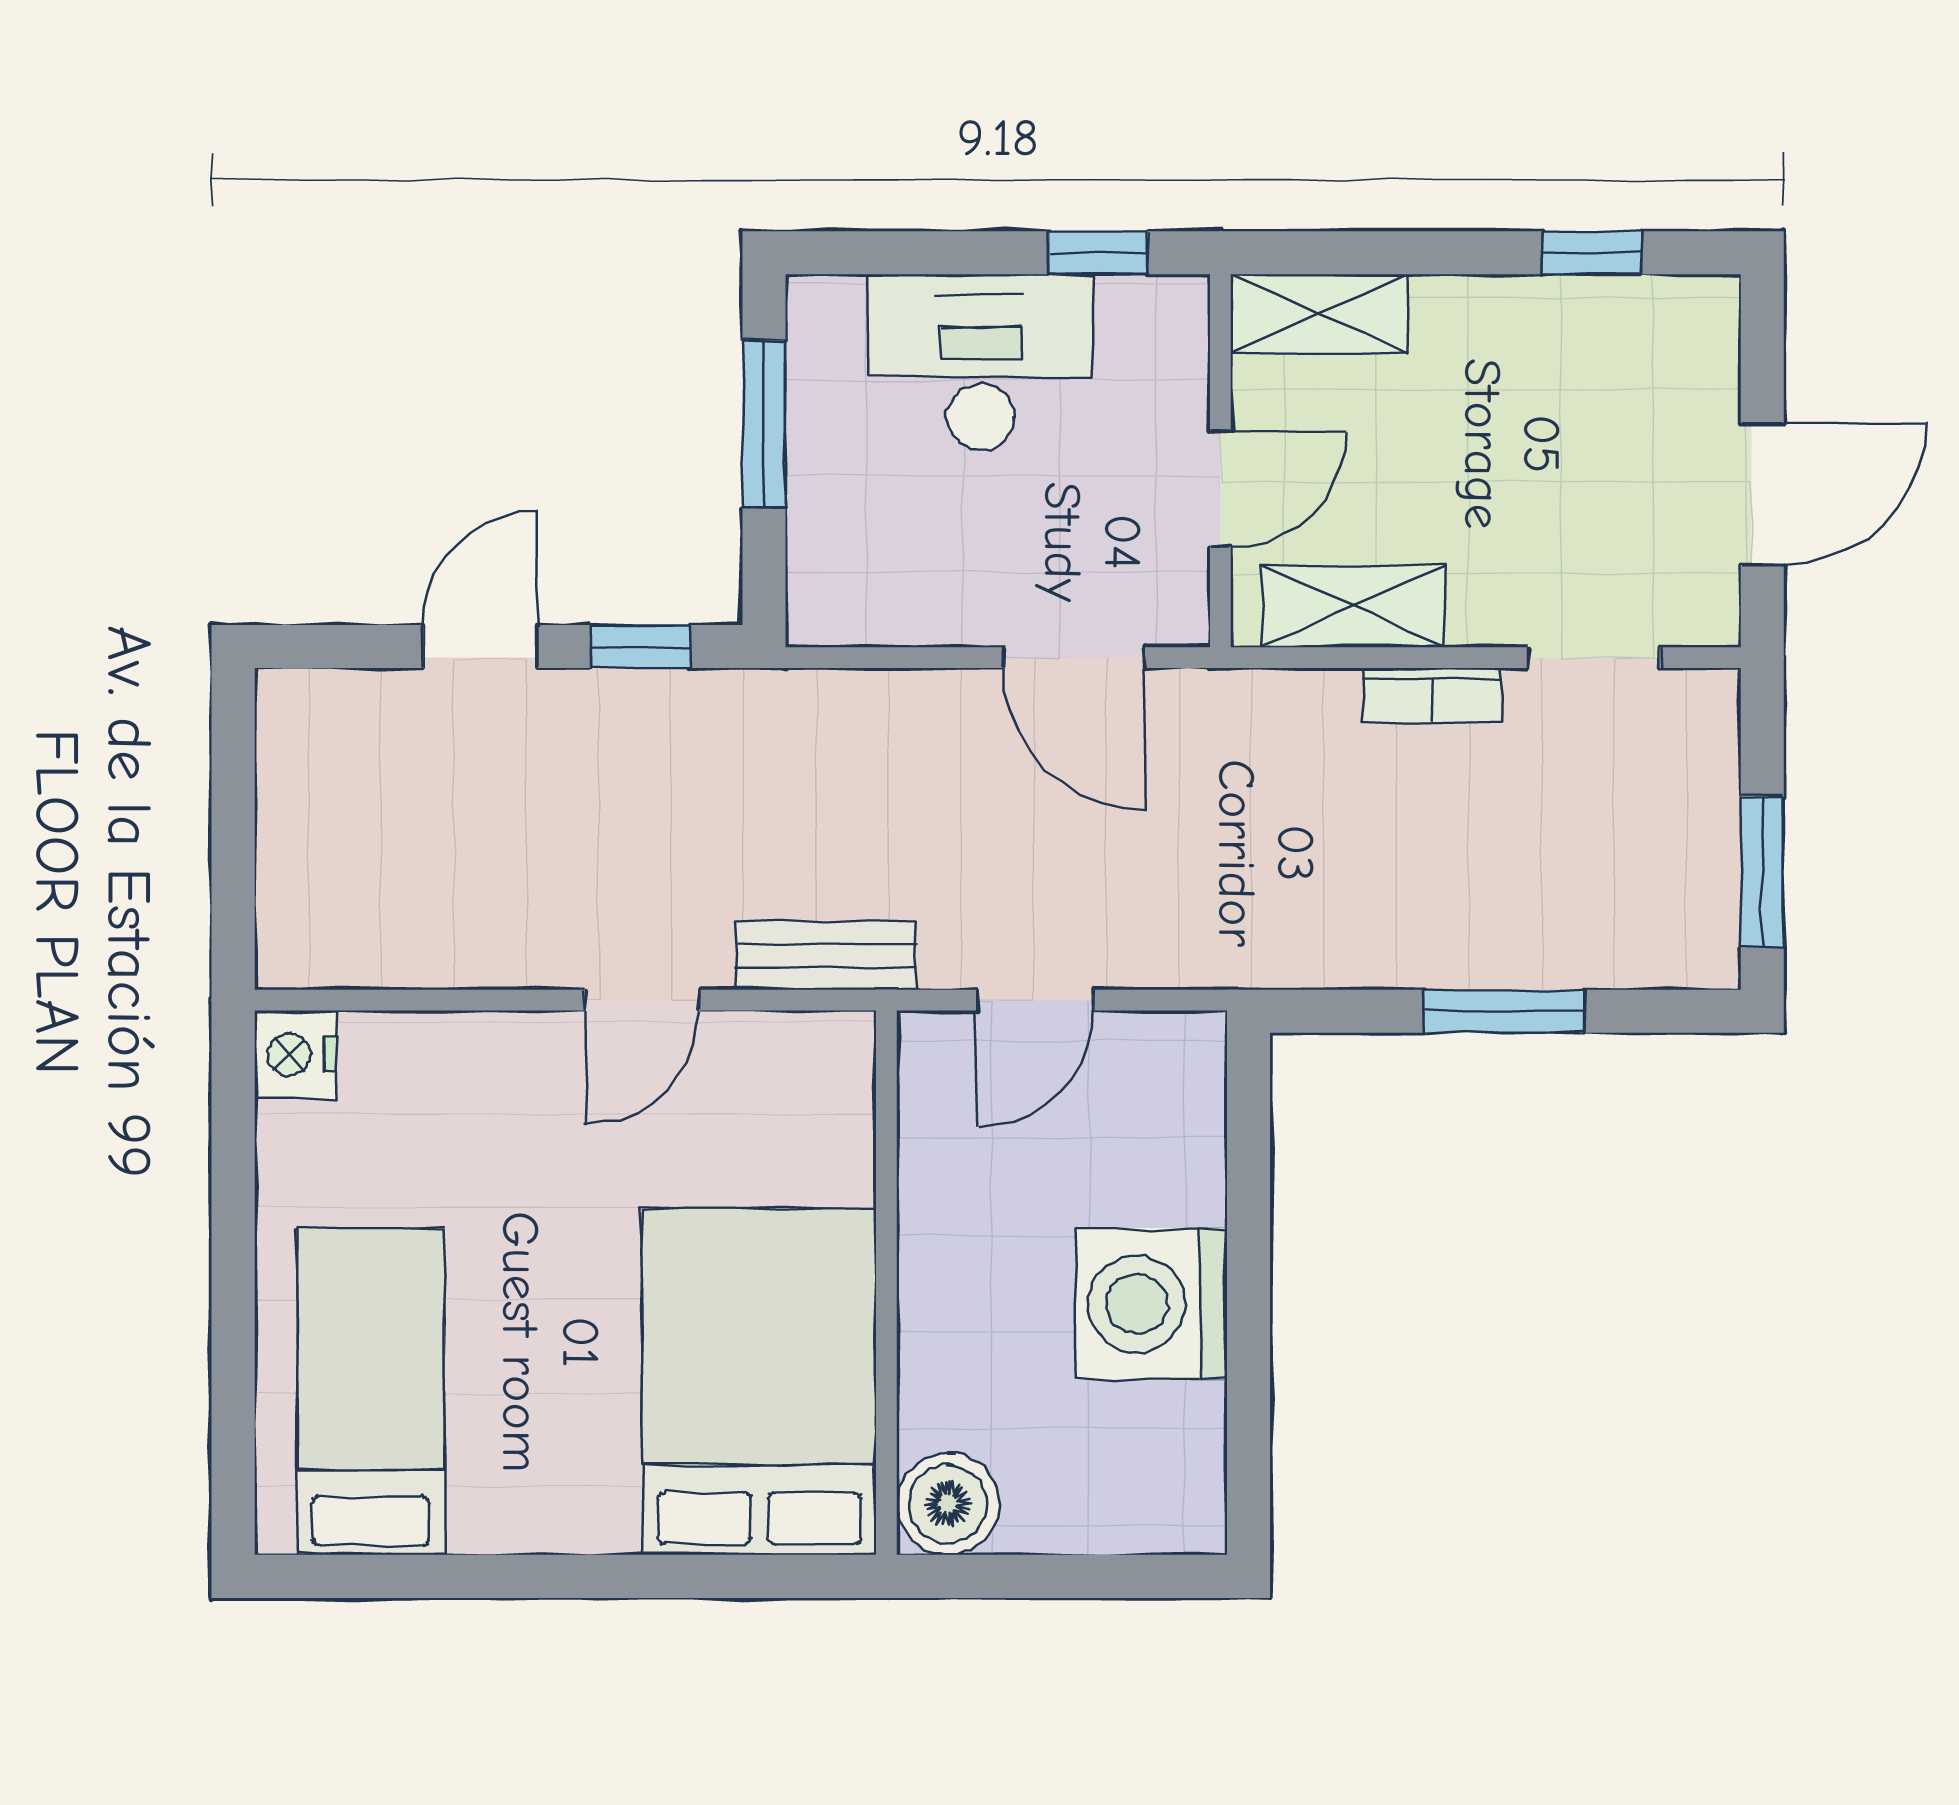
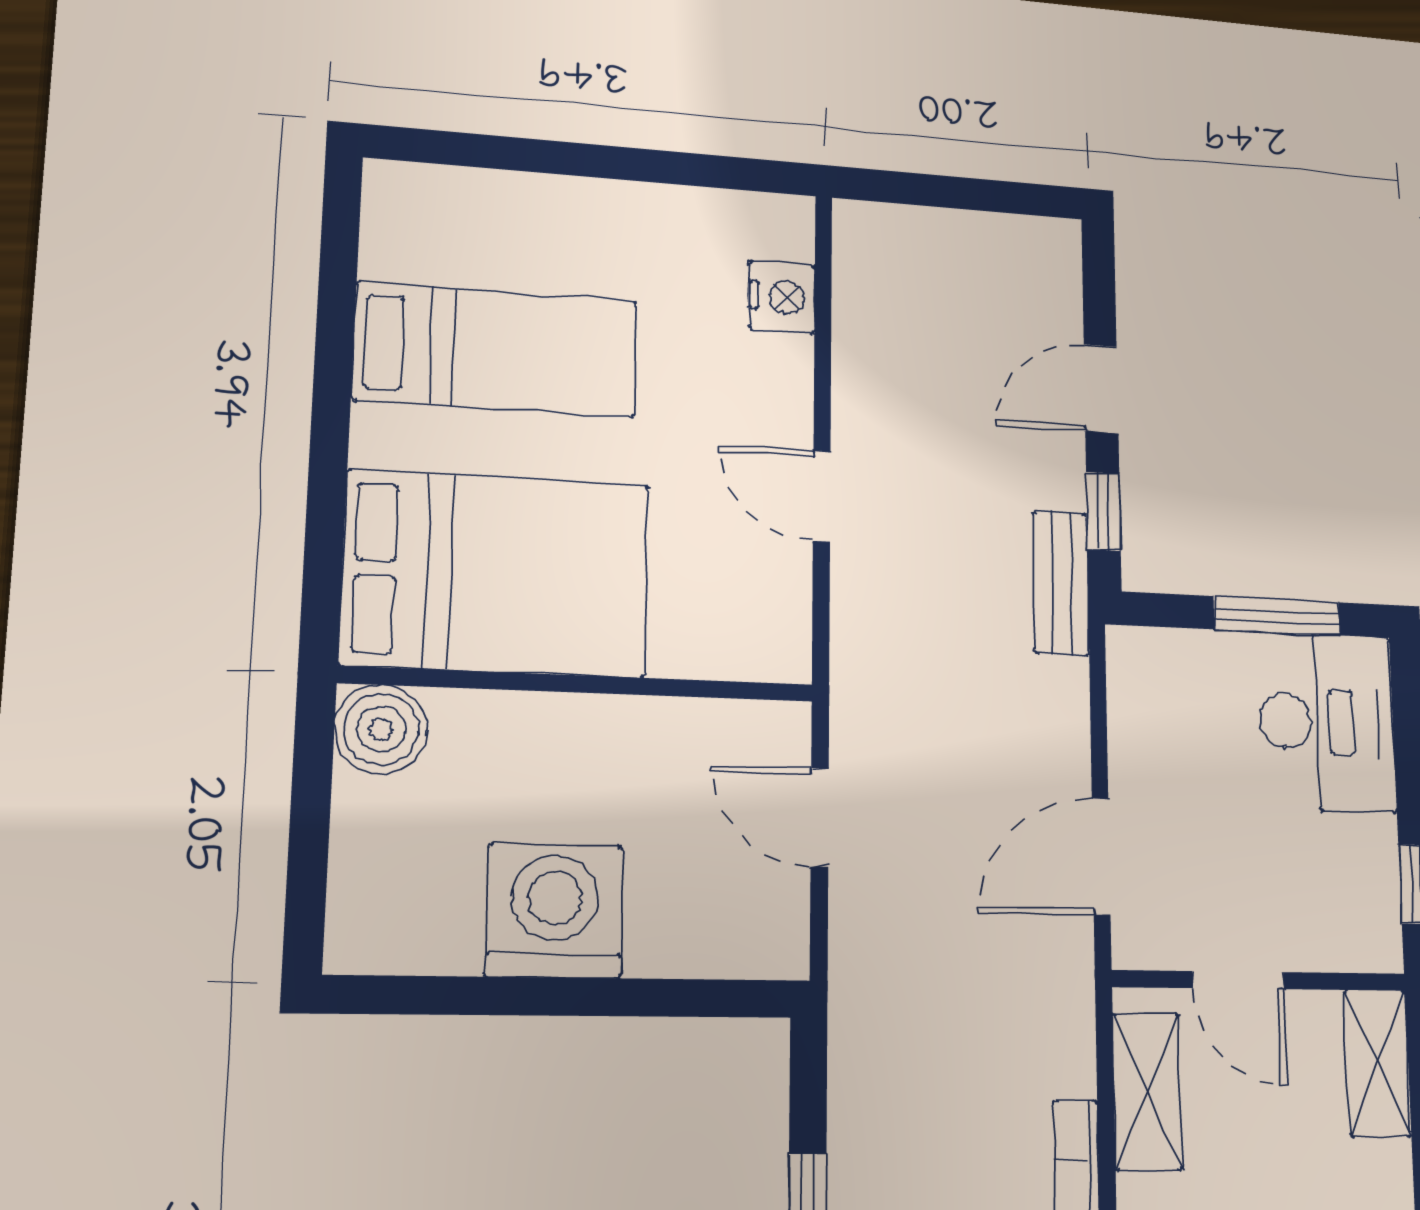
desk: (981, 362) -> (1327, 722), moved
door: (480, 647) -> (1101, 389), swing flipped
bench: (826, 955) -> (1061, 583), moved
nightstand: (295, 1055) -> (782, 297), moved, turned 90
bed: (371, 1392) -> (496, 350), moved

